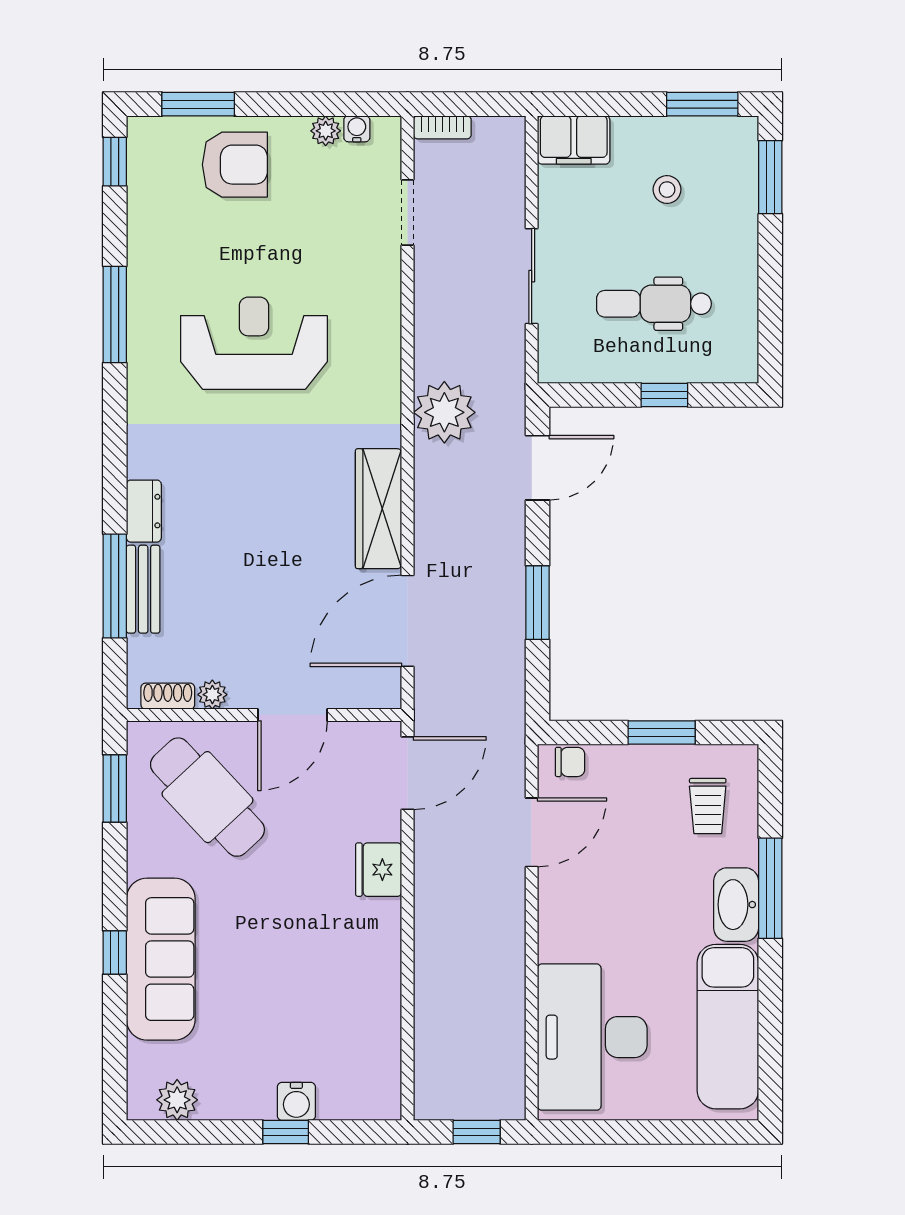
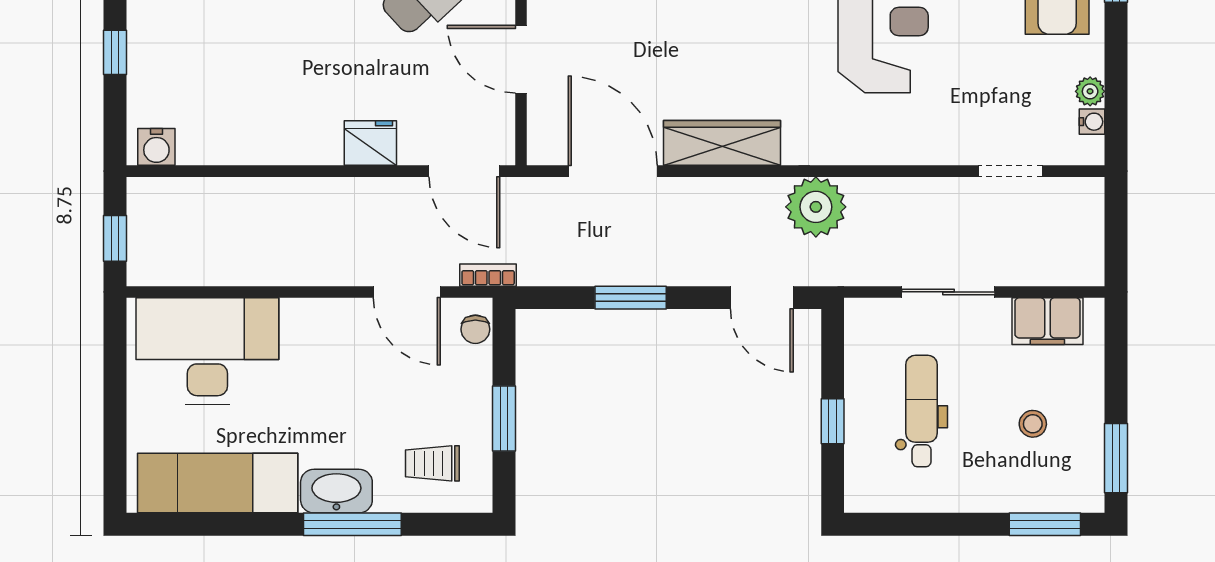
bookcase: (442, 127) -> (488, 275), moved, turned 90
filing cabinet: (574, 140) -> (1047, 321), moved, turned -90
water cooler: (296, 1101) -> (156, 147), moved, turned -90

